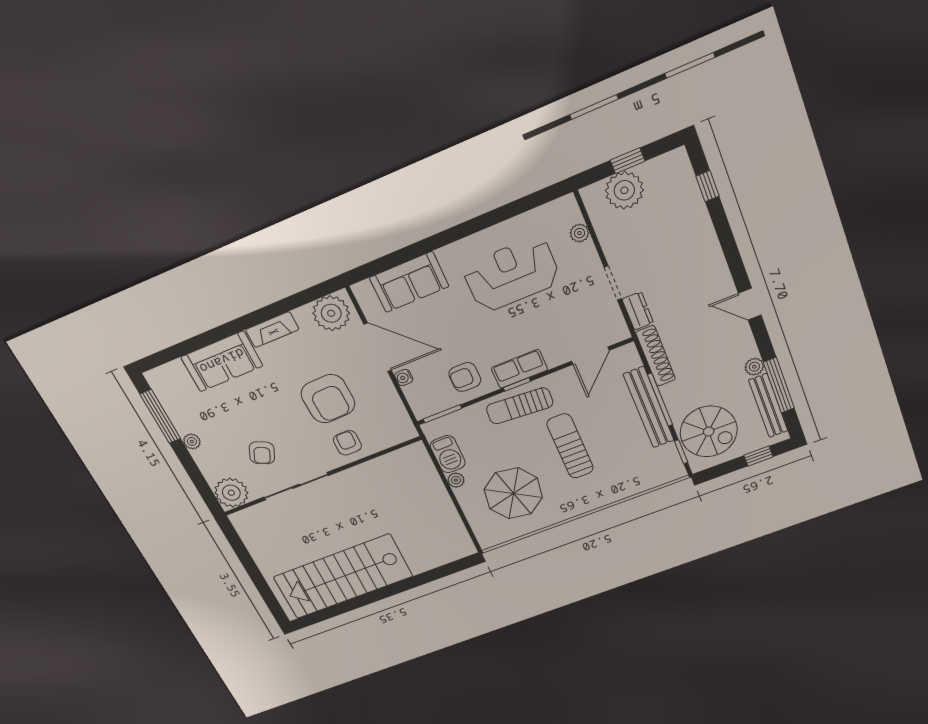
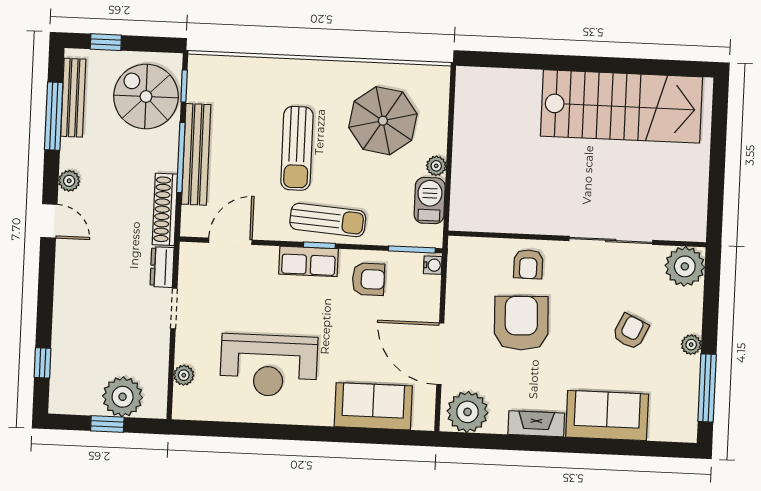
plant: (754, 367) -> (69, 181), moved
water cooler: (404, 377) -> (433, 265), moved
armchair: (262, 453) -> (631, 332), moved

